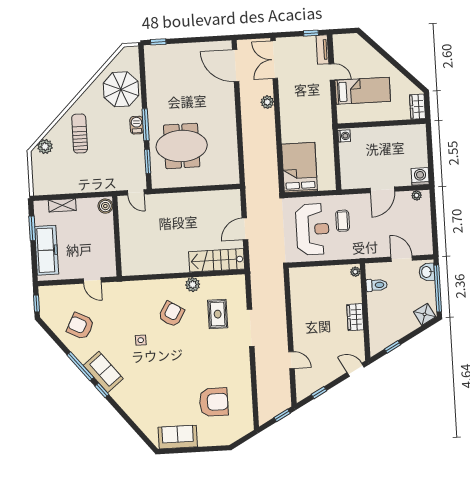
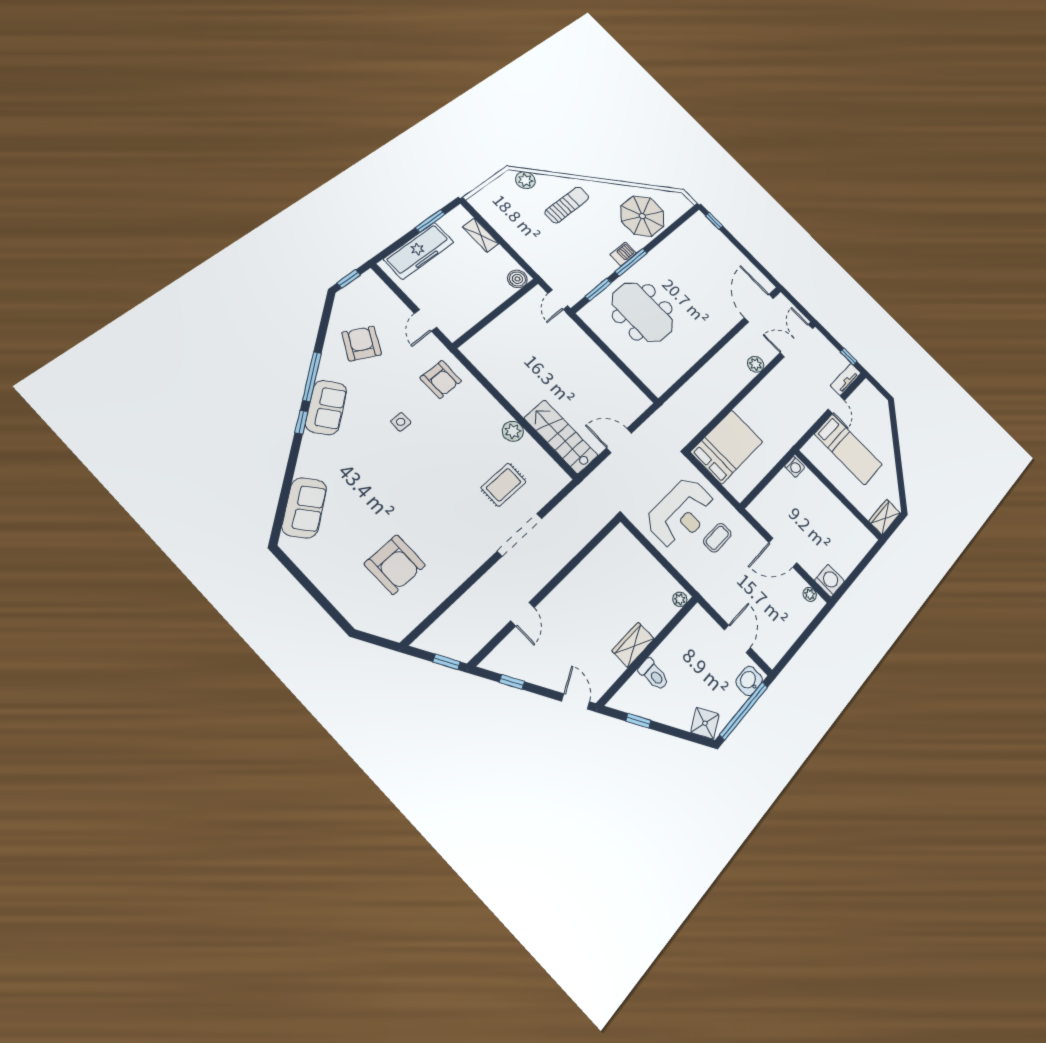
toilet: (377, 285) -> (654, 674), moved
armchair: (171, 314) -> (441, 379), moved, turned 59
sofa: (178, 437) -> (304, 508), moved, turned 51

